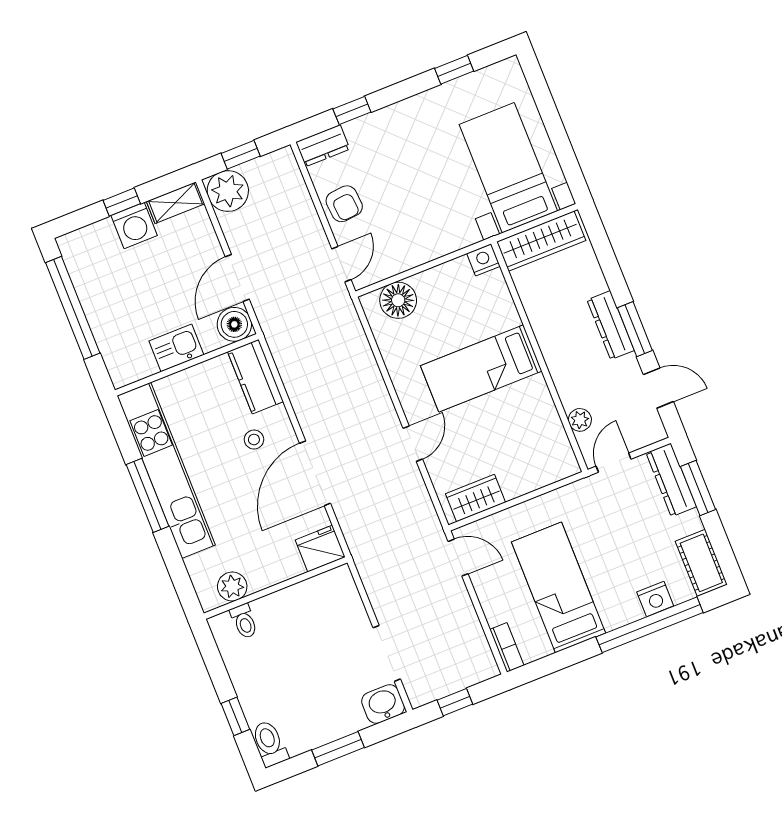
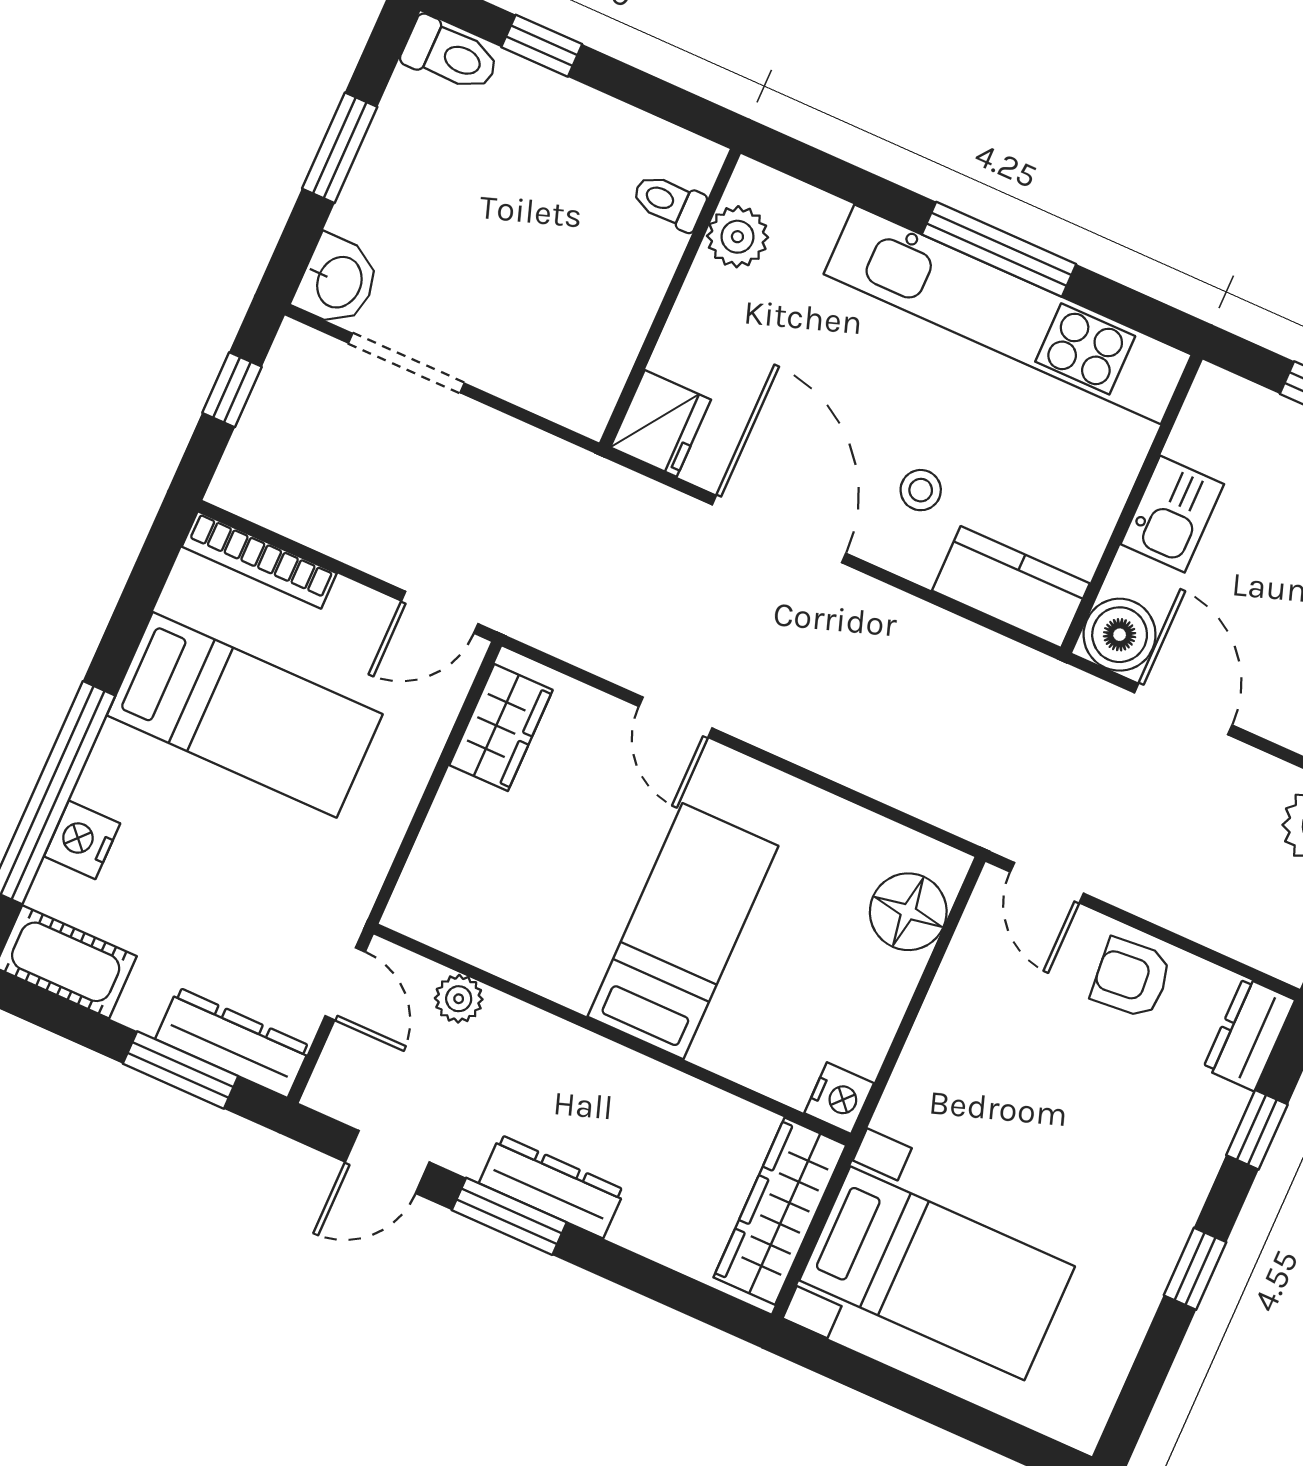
window: (454, 70) -> (1195, 1269), moved
bookcase: (507, 647) -> (259, 560), width x1.56

